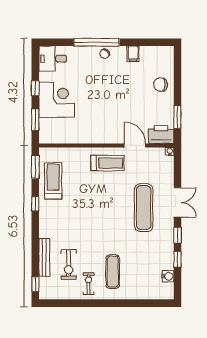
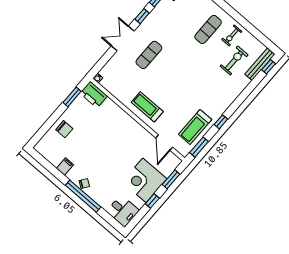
door: (135, 145) -> (164, 143), moved
exercise mat: (144, 208) -> (149, 55), width x0.73, depth x0.69
bench: (44, 257) -> (260, 64), moved

